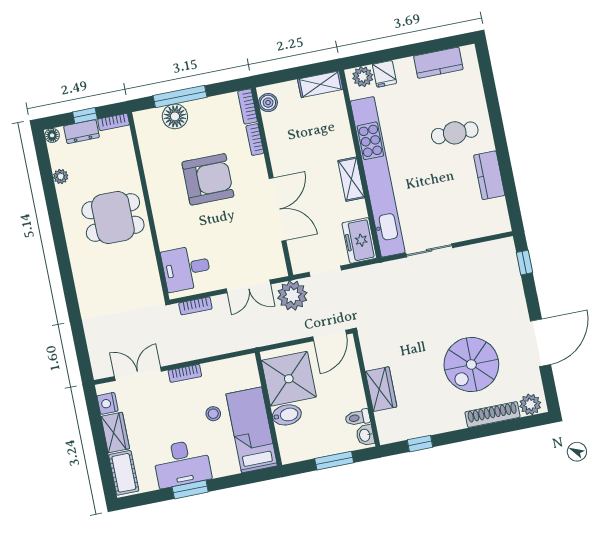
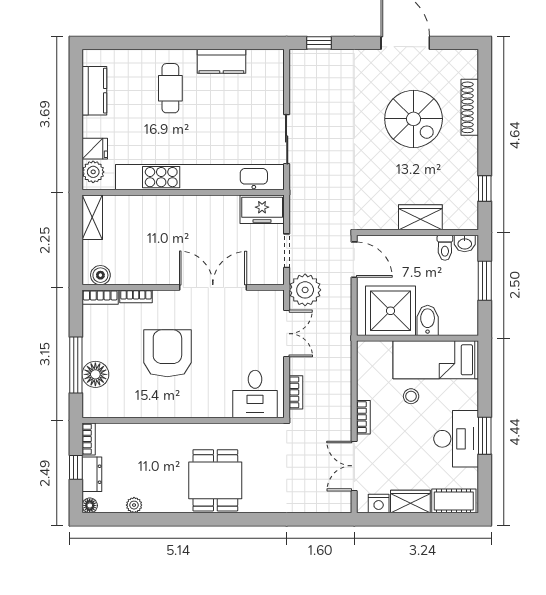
shelving: (351, 179) -> (197, 205), removed
dining table: (113, 218) -> (215, 480), moved
plant: (530, 404) -> (467, 66), removed

